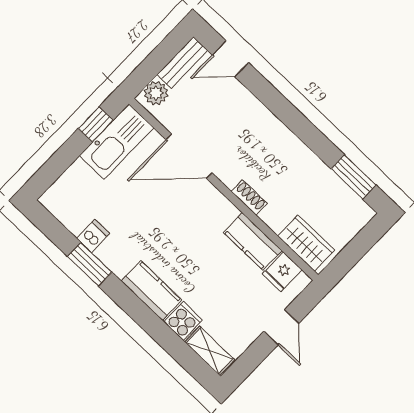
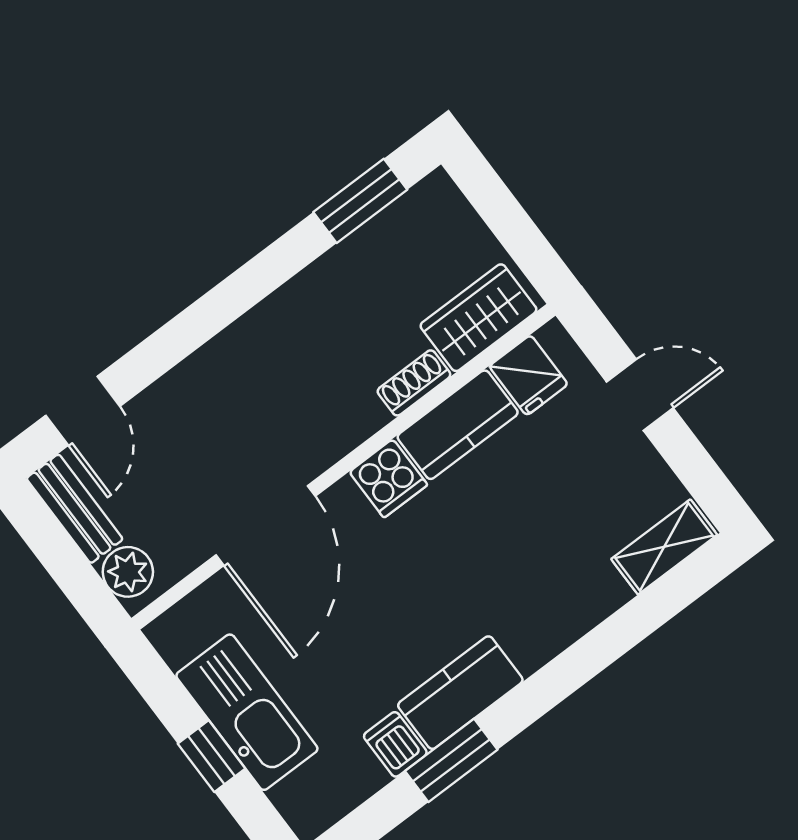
window: (96, 124) -> (212, 756), moved
kitchen sink: (116, 142) -> (247, 712), moved
shoe rack: (249, 198) -> (414, 383), moved
kitchen counter: (151, 290) -> (460, 693), moved
cooker: (183, 321) -> (388, 478), moved, turned 180

